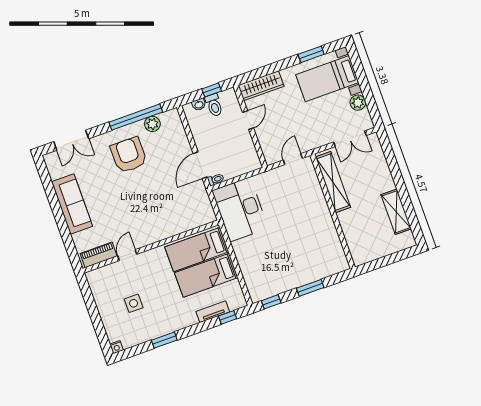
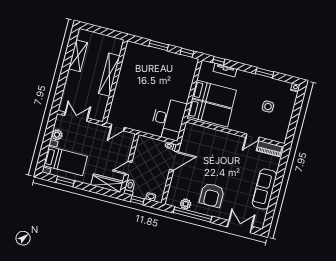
toilet: (214, 105) -> (130, 187), moved
shelving: (333, 182) -> (109, 75), moved

